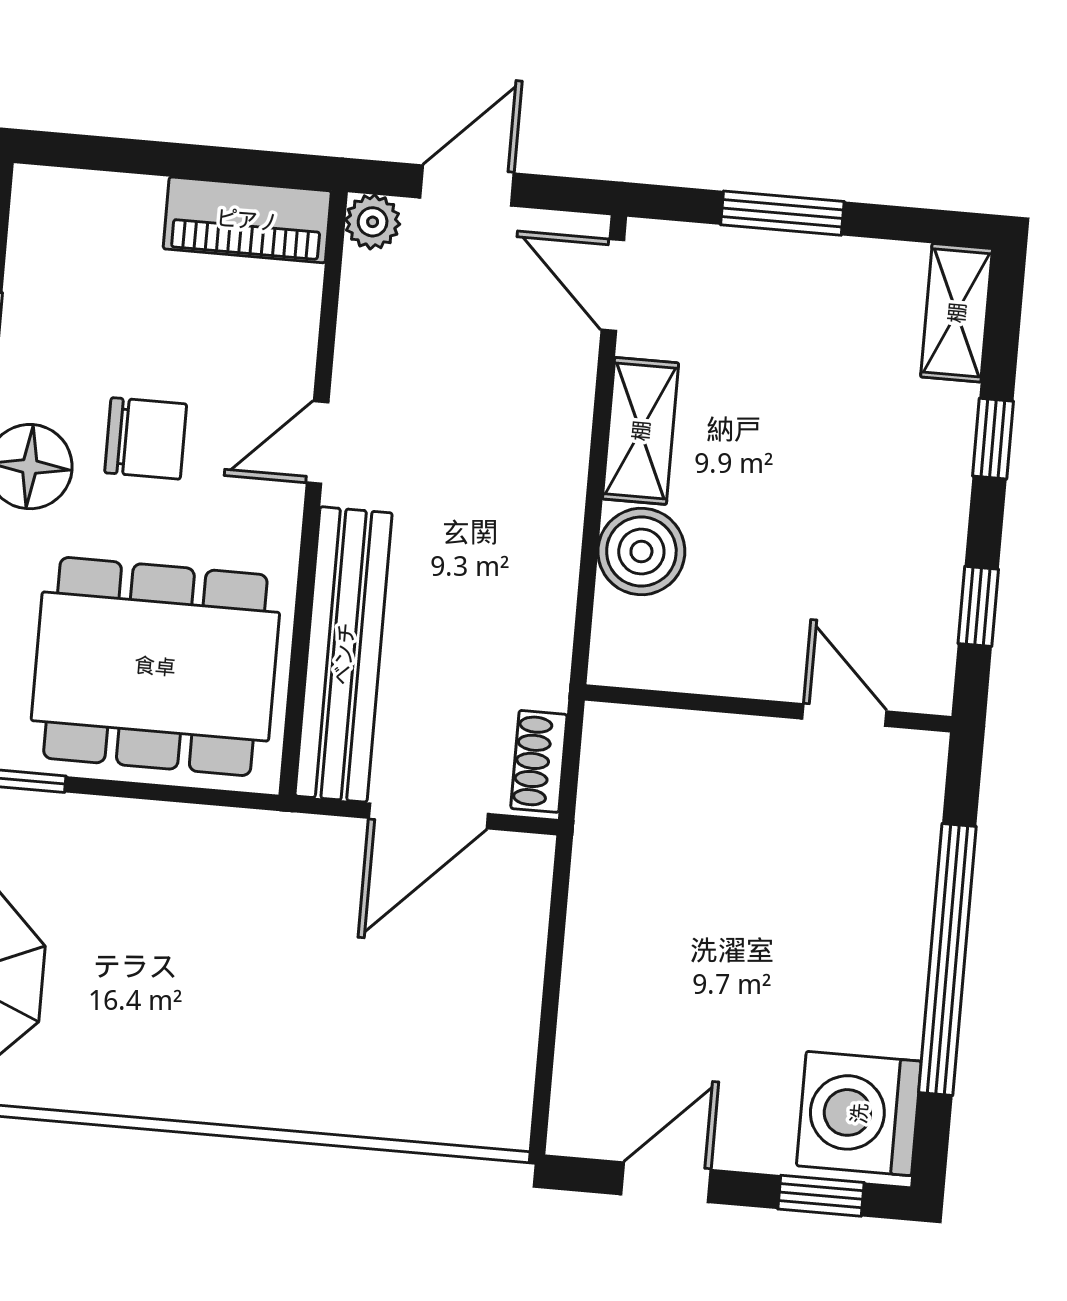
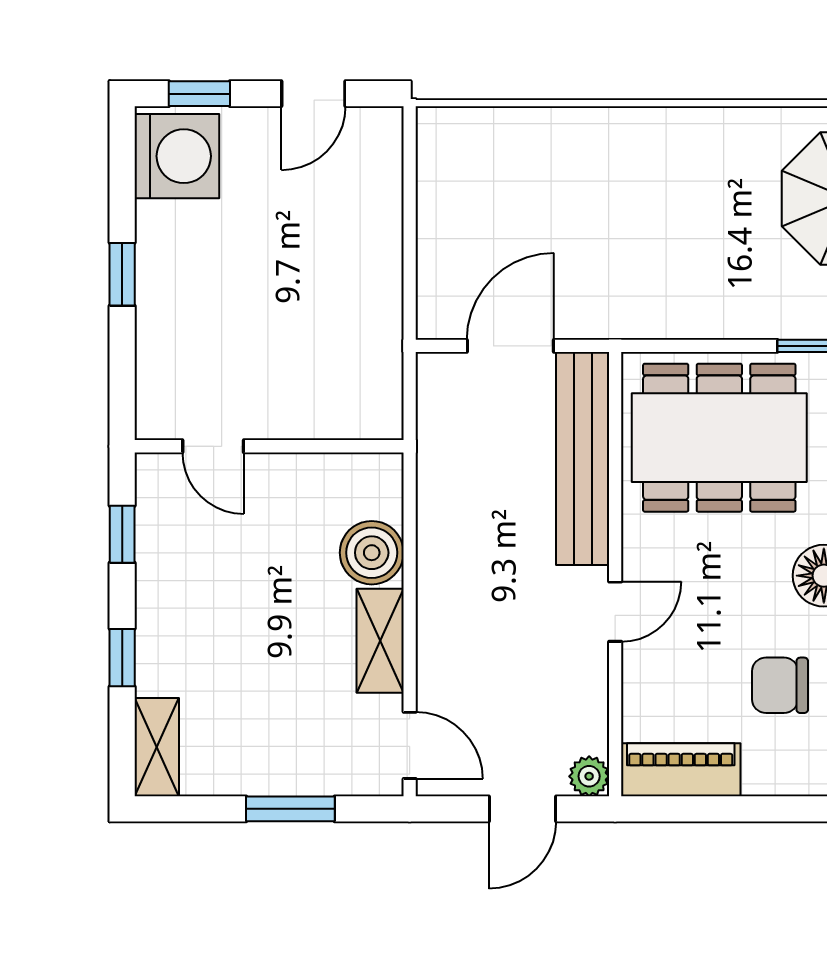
chair: (146, 438) -> (780, 685), moved
shoe rack: (539, 761) -> (433, 393), removed
window: (947, 960) -> (122, 274), width x0.32

